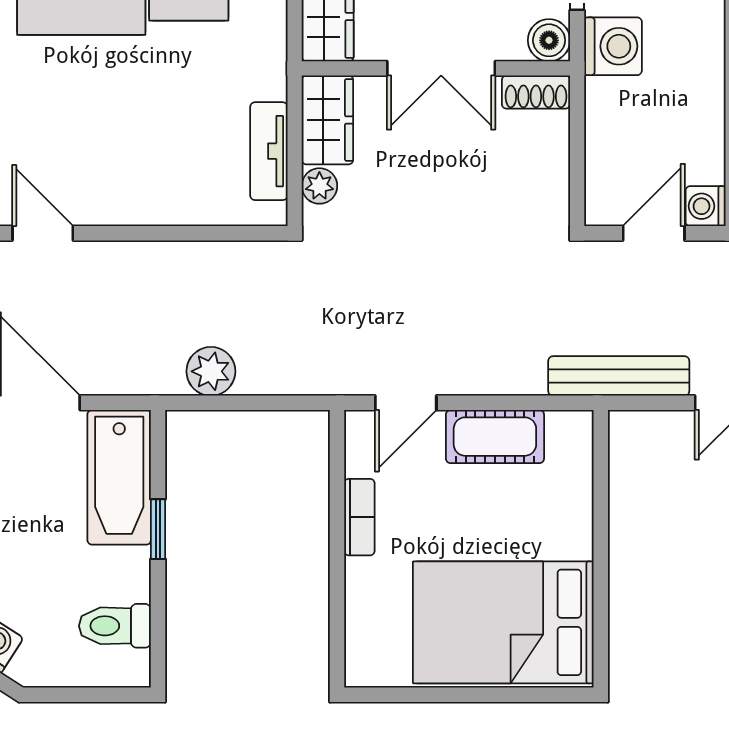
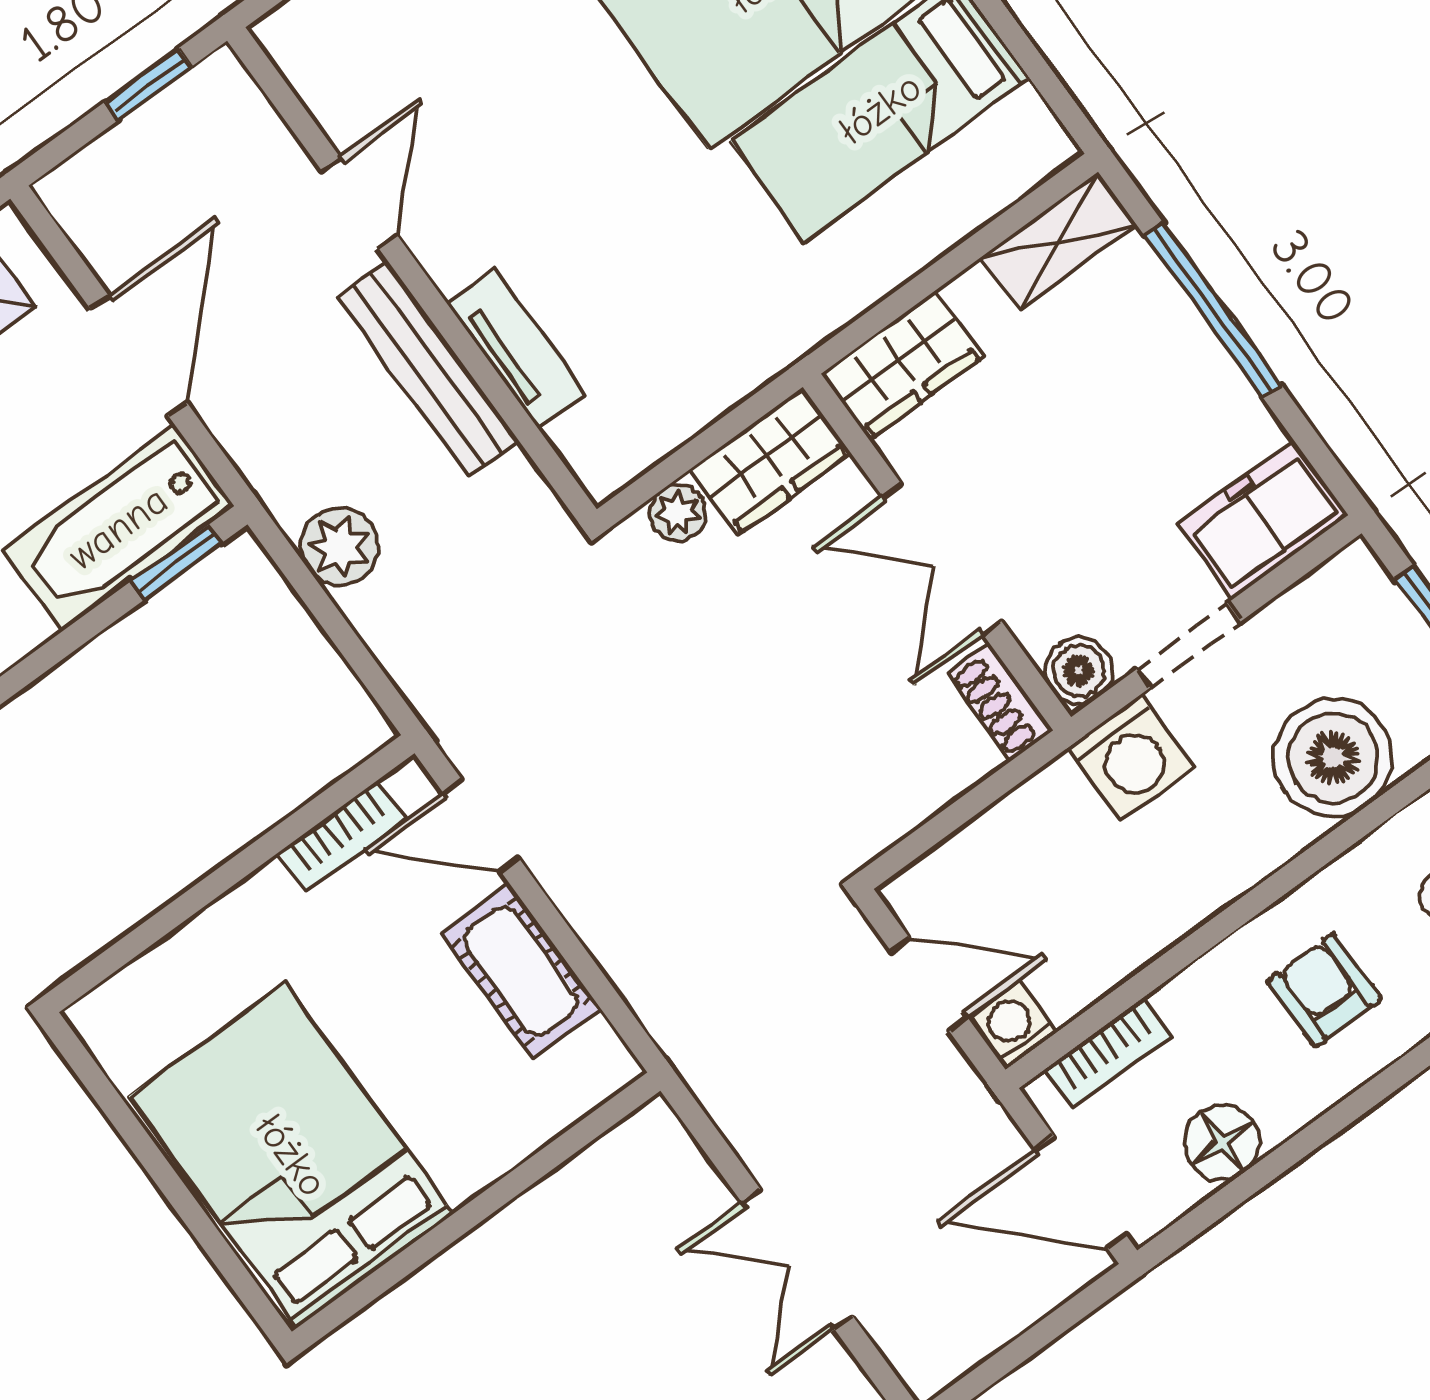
tv unit: (269, 151) -> (516, 349), moved, turned 90
bench: (619, 376) -> (428, 369), moved
bookcase: (359, 517) -> (342, 836), moved
window: (158, 529) -> (176, 562), moved

